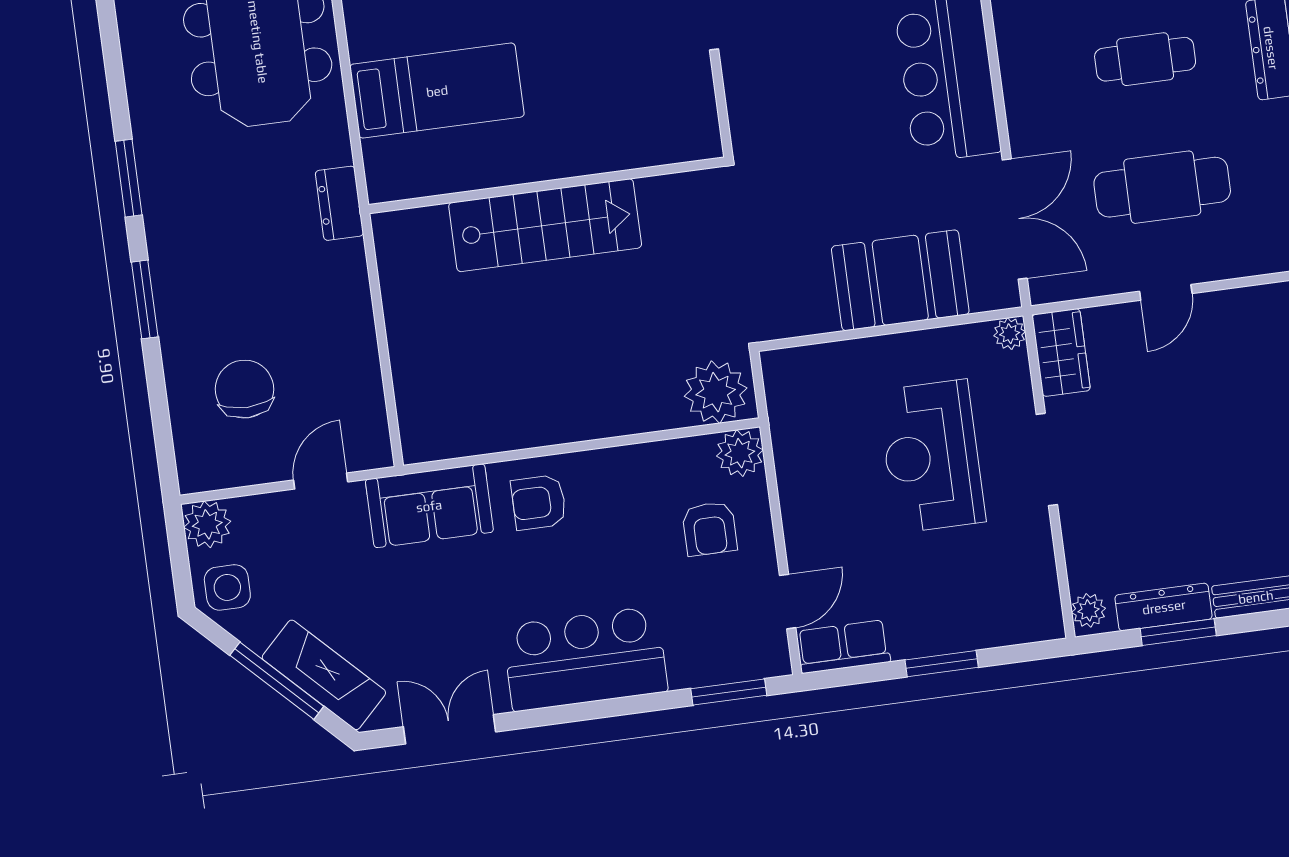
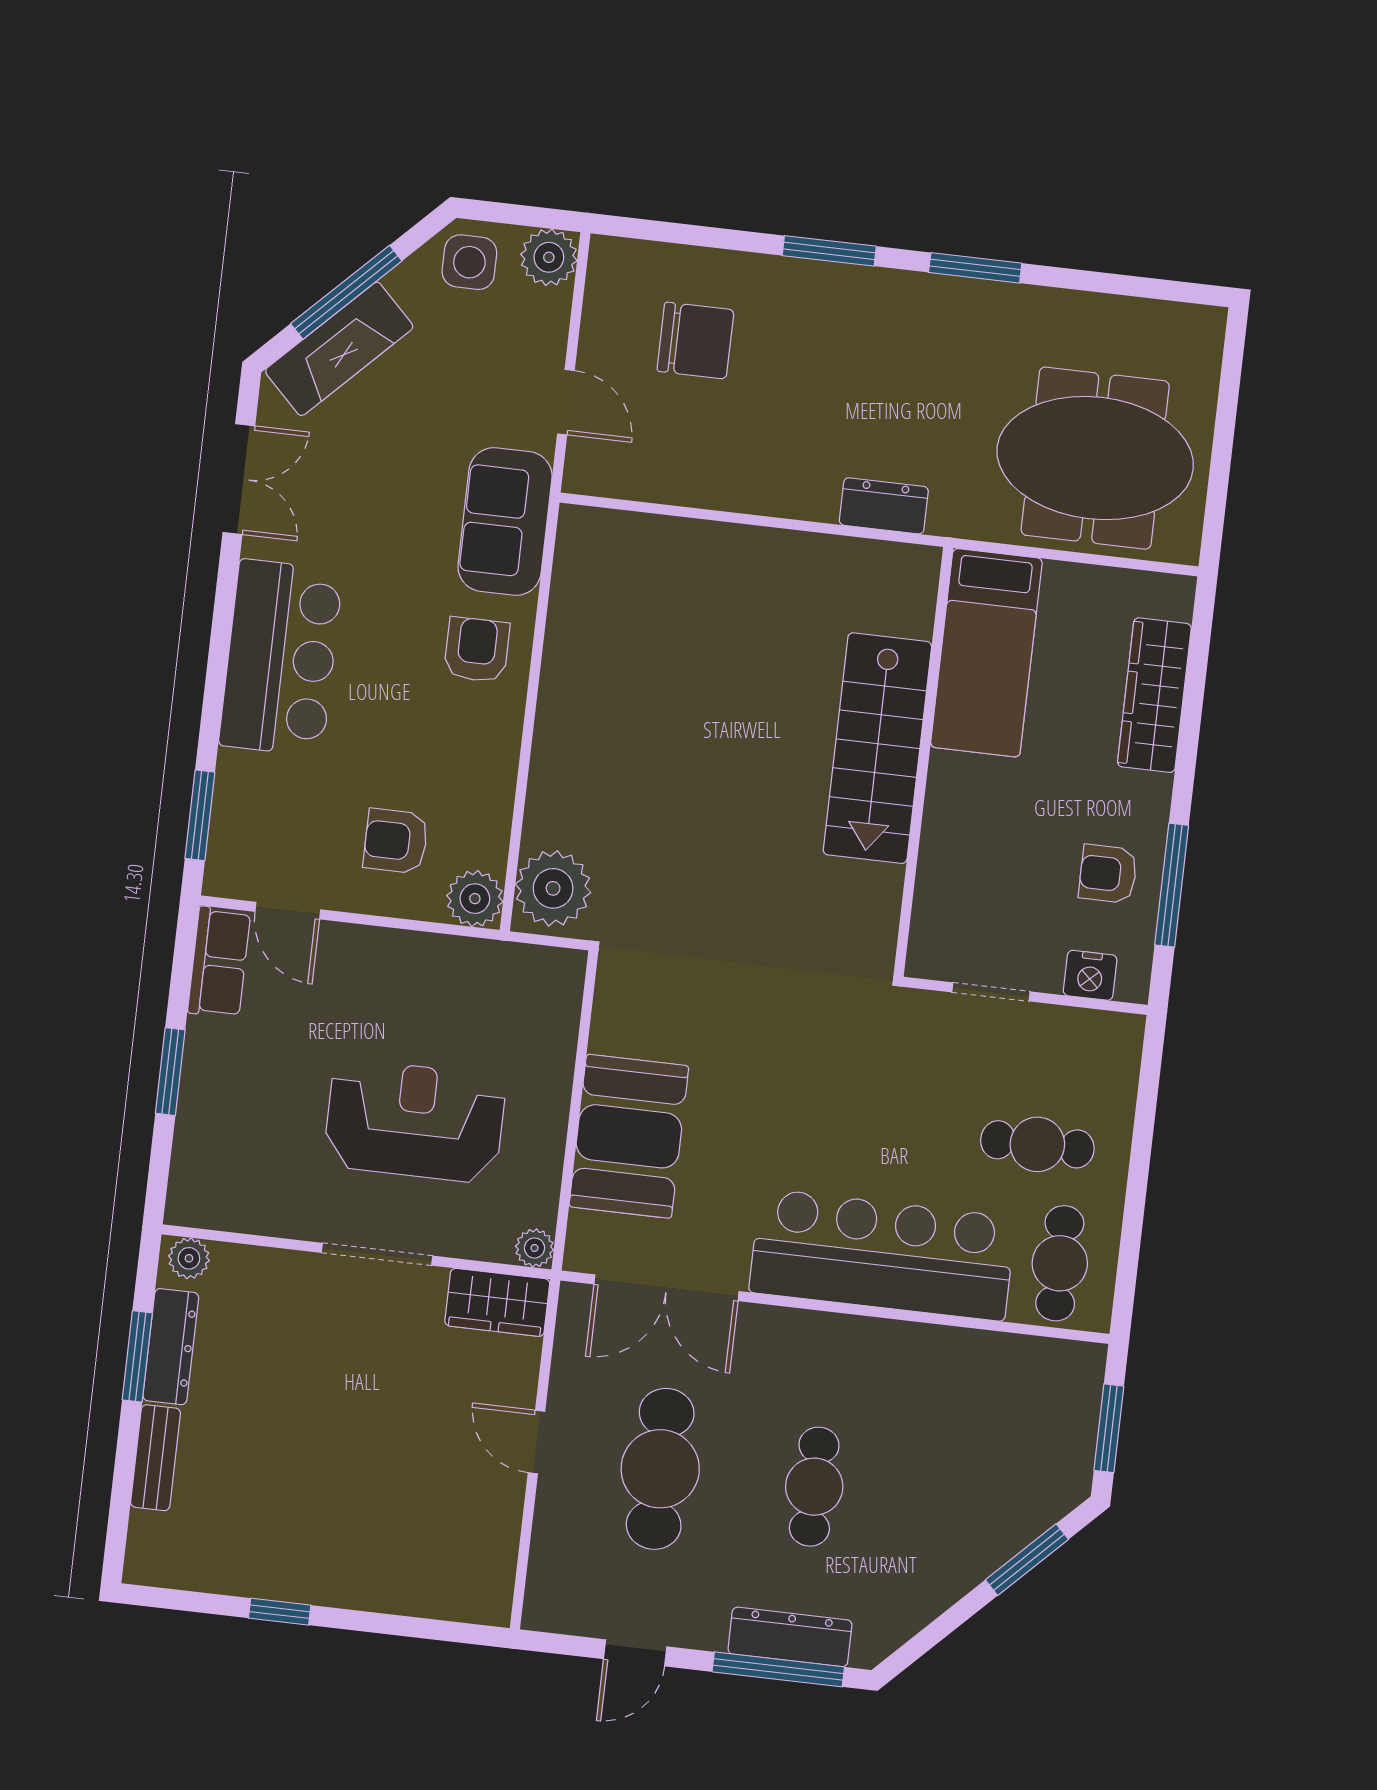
wall: (547, 185) -> (923, 762), moved
stairs: (545, 225) -> (877, 748), moved

